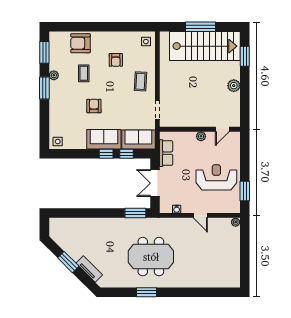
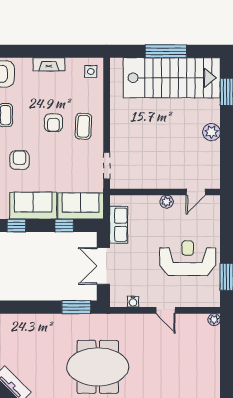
fireplace: (115, 36) -> (49, 64), added
armchair: (116, 60) -> (53, 123), moved
window: (106, 154) -> (16, 226), moved

